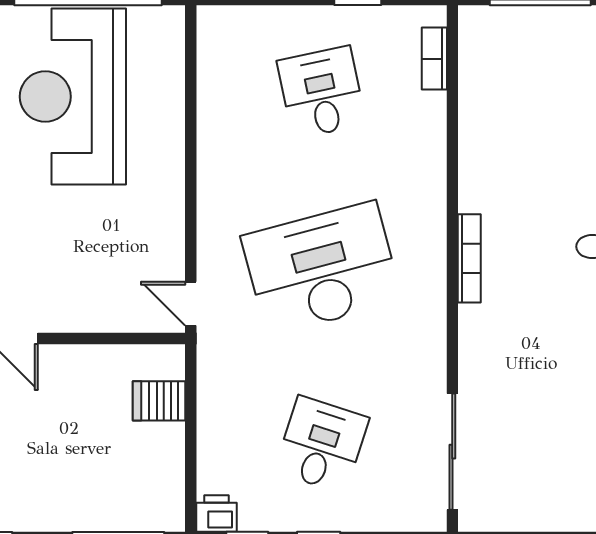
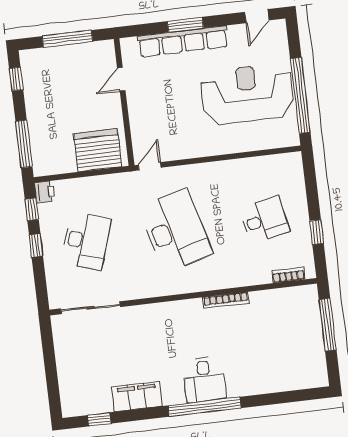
bookcase: (469, 258) -> (226, 300), moved
server rack: (159, 401) -> (98, 150), width x2.18, depth x1.44
desk: (322, 445) -> (86, 241), width x1.37

